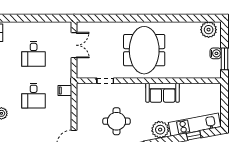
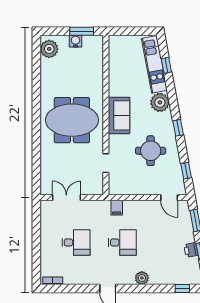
sofa: (163, 93) -> (119, 115), moved

